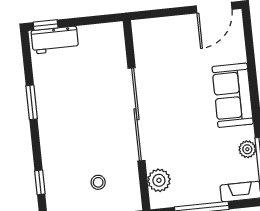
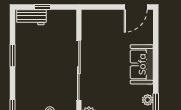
window: (46, 25) -> (43, 7), moved

